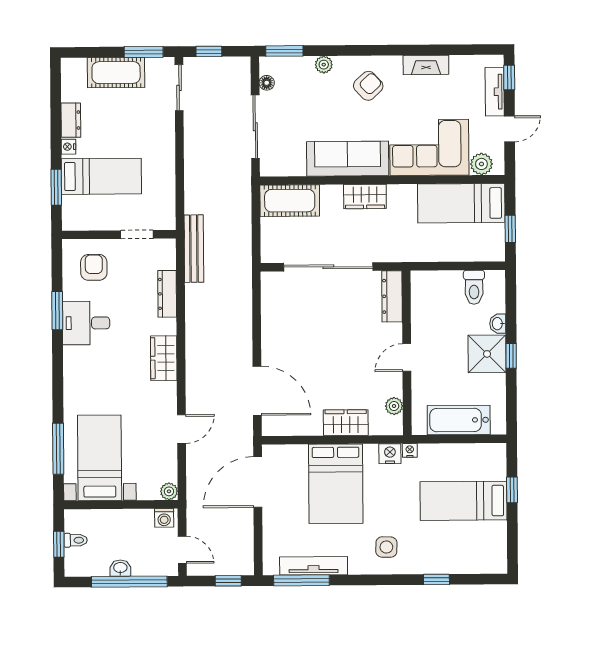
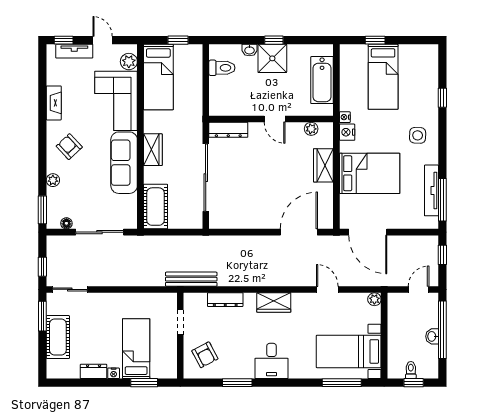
armchair: (94, 267) -> (205, 355), turned -118
desk: (86, 323) -> (271, 361), moved
washing machine: (164, 518) -> (394, 303), removed

